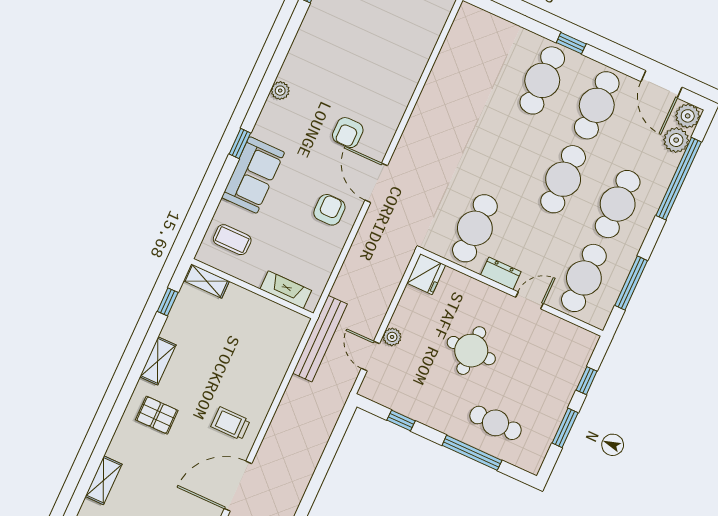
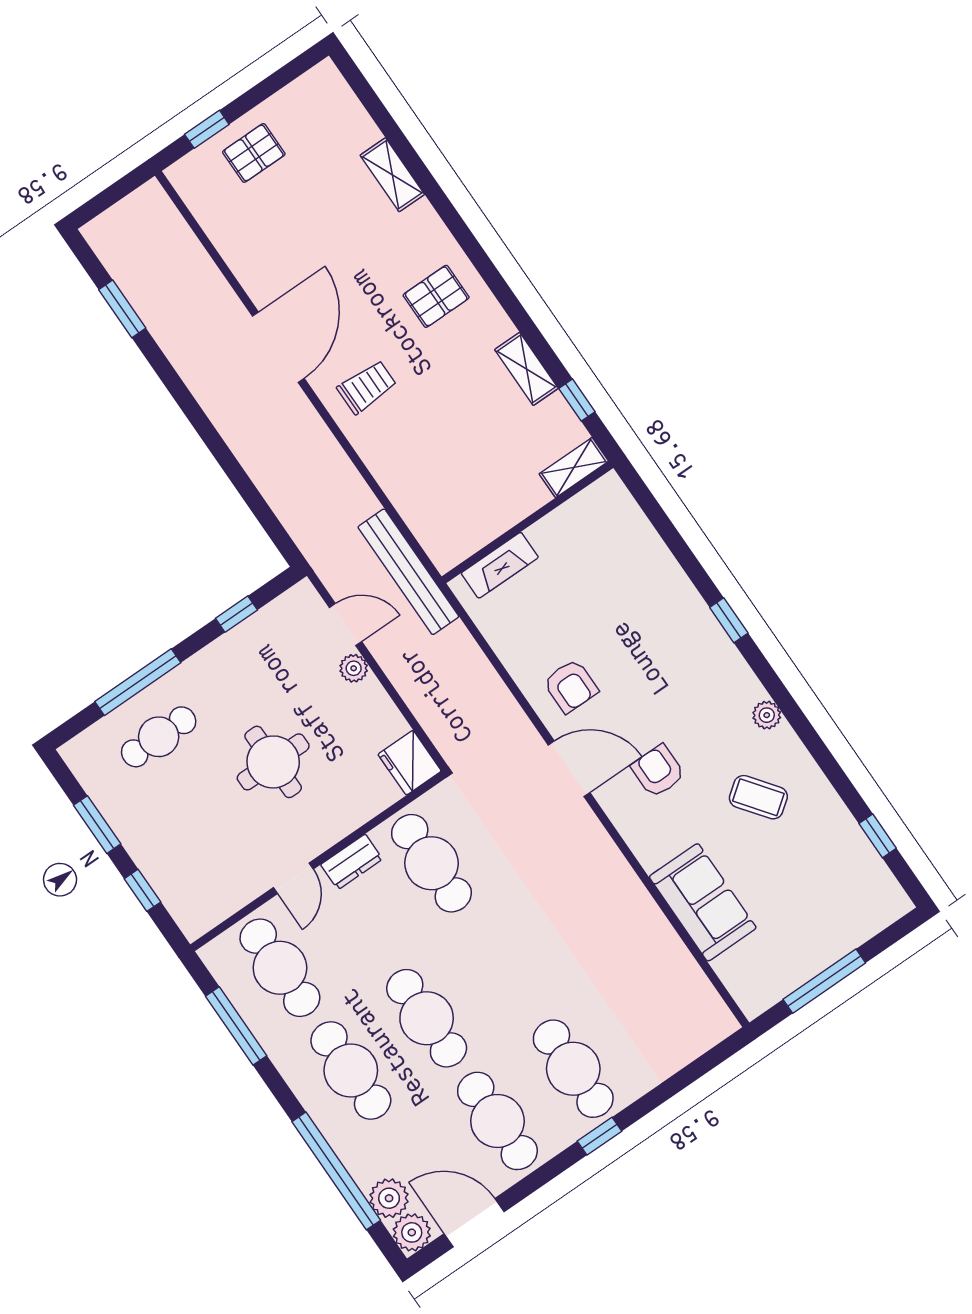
sofa: (253, 175) -> (703, 902), moved, turned 180
coffee table: (232, 240) -> (758, 797), moved, turned 53
shelving: (158, 361) -> (526, 369), moved

